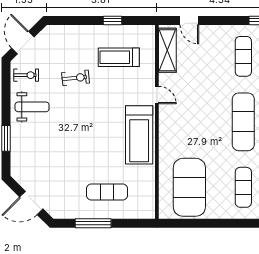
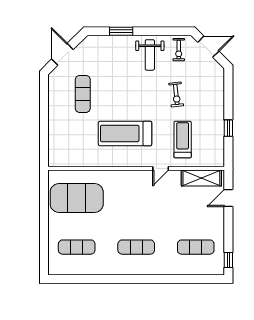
treadmill: (119, 57) -> (183, 140), moved
exercise mat: (243, 122) -> (136, 247), width x0.73, depth x0.69
treadmill: (139, 135) -> (125, 133), moved
exercise mat: (107, 192) -> (83, 94), moved
window: (93, 223) -> (44, 110), removed

